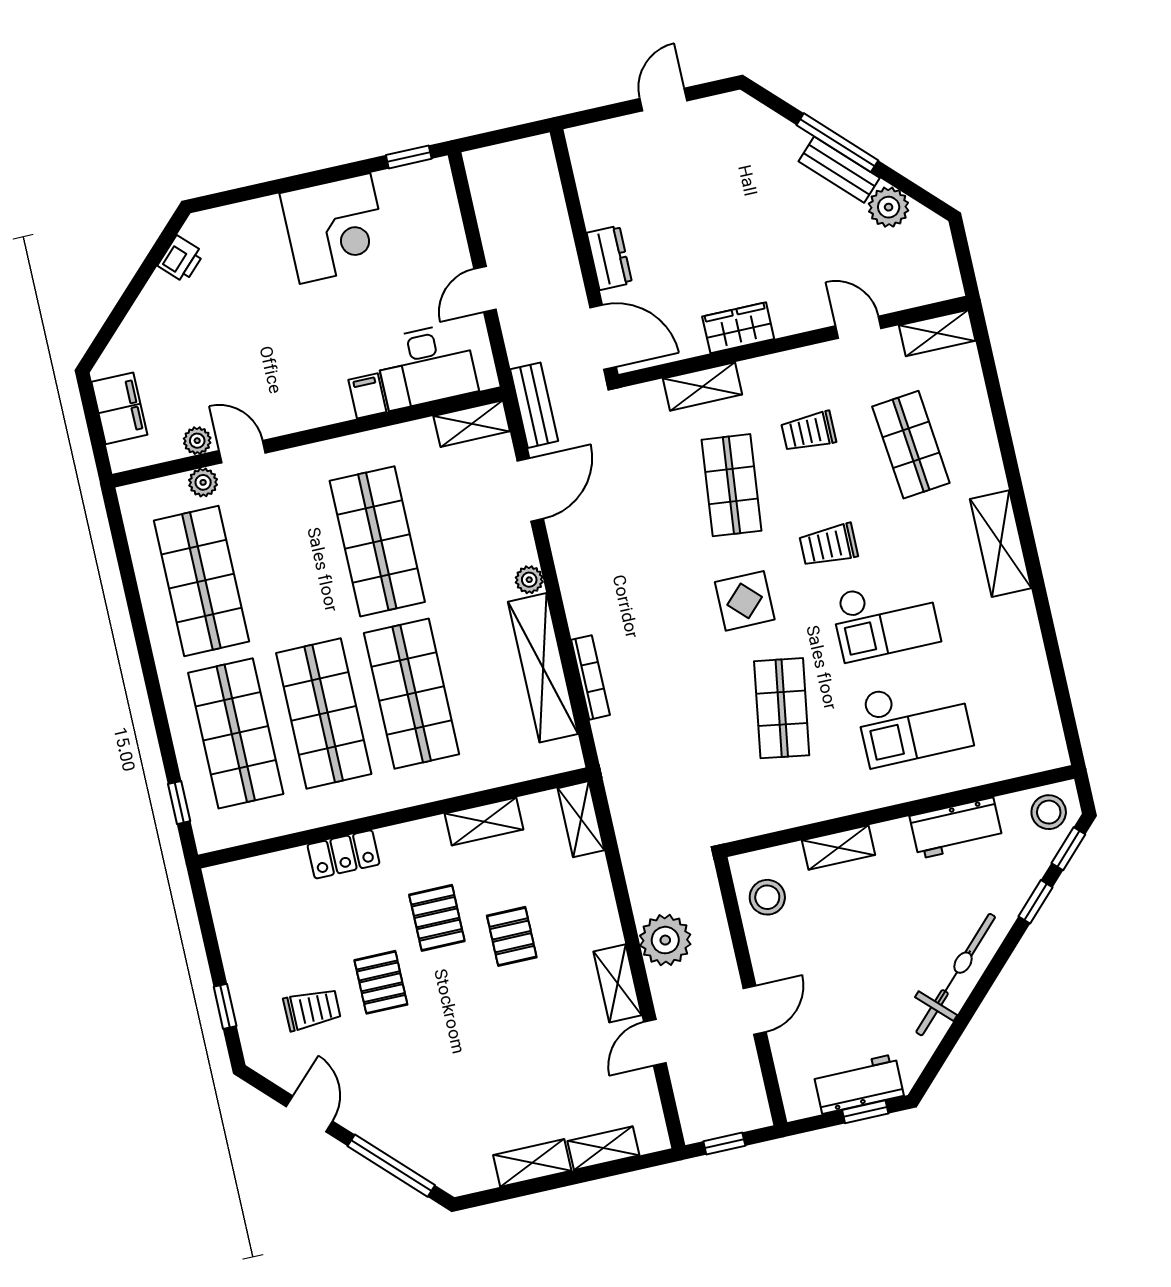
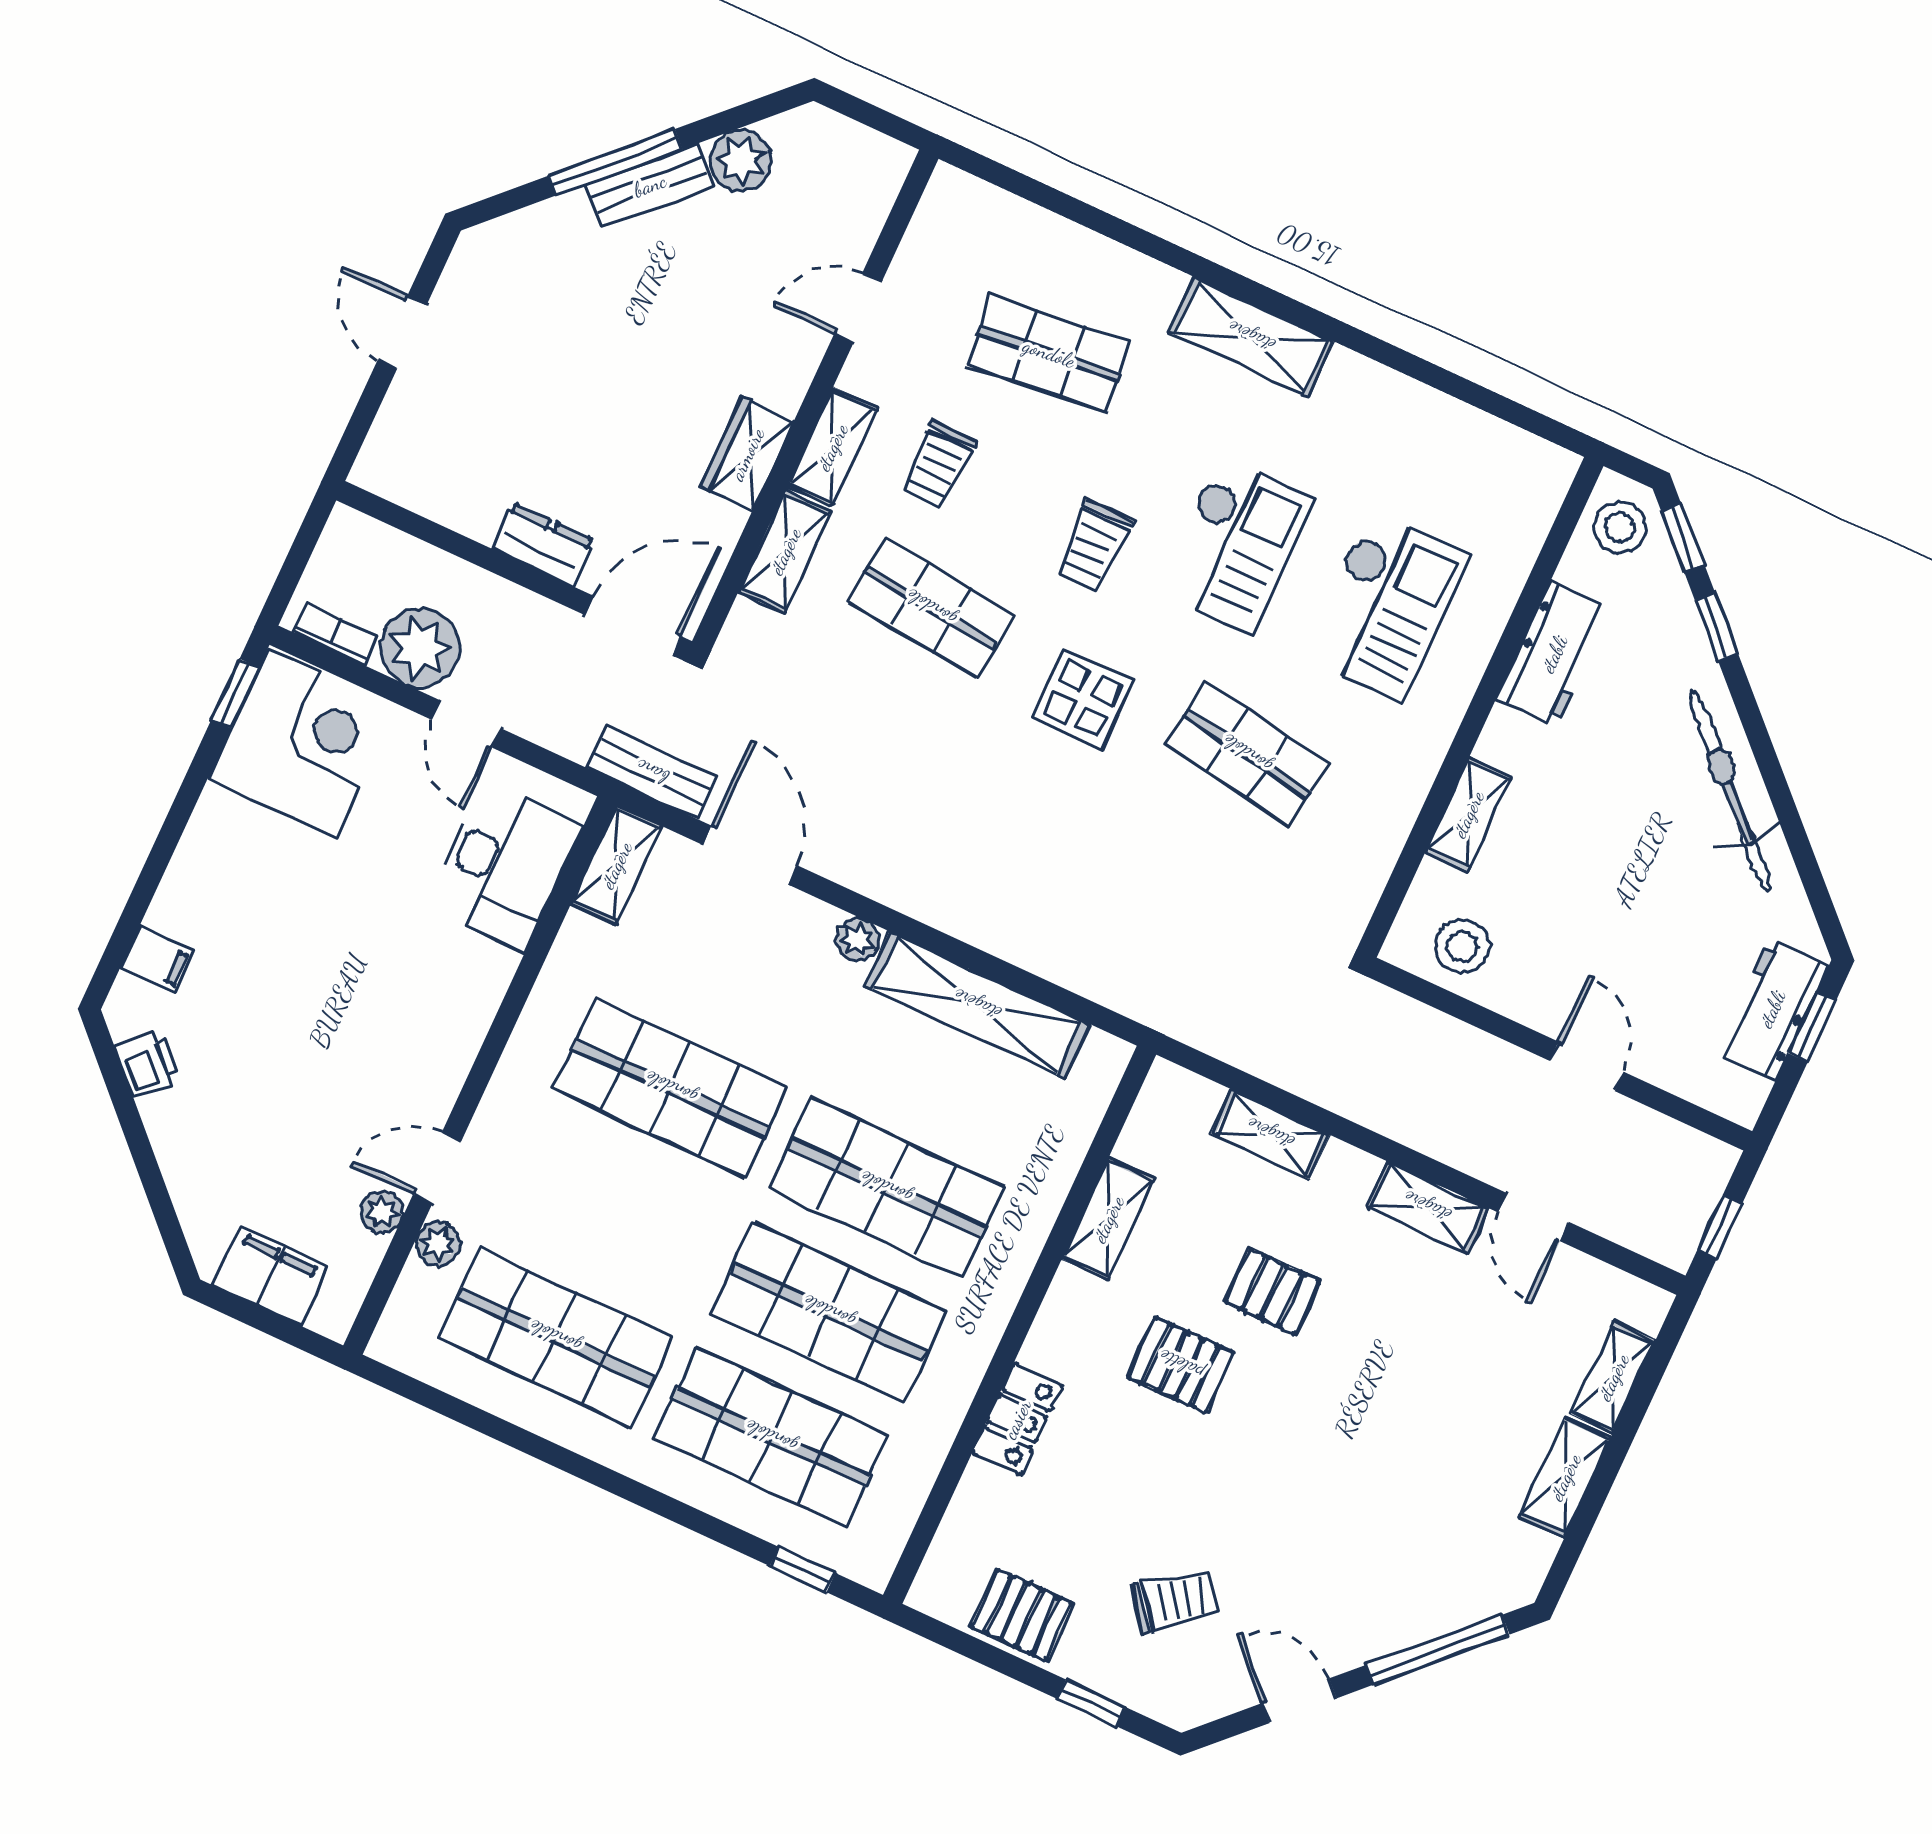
corner desk: (335, 228) -> (302, 744), moved
shelving: (937, 333) -> (832, 447), moved
filing cabinet: (367, 396) -> (158, 959), moved, turned 180
bookcase: (590, 677) -> (335, 634), moved, width x0.64
shelving: (581, 819) -> (1270, 1134), moved
plant: (665, 940) -> (420, 648), moved
pallet: (381, 982) -> (1022, 1615), moved
trolley: (312, 1009) -> (1176, 1601), turned 53

